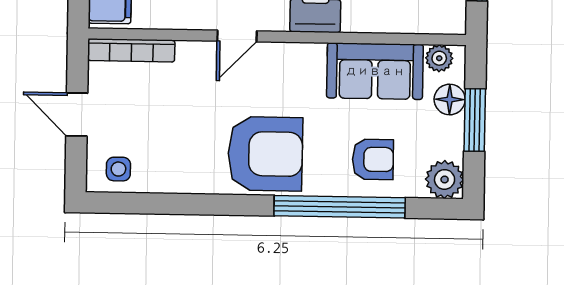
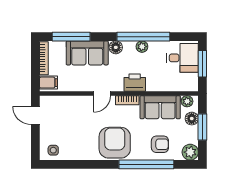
bookcase: (131, 50) -> (127, 100), moved, width x0.64
door: (77, 115) -> (35, 115), moved
armchair: (265, 154) -> (115, 143), turned -90

